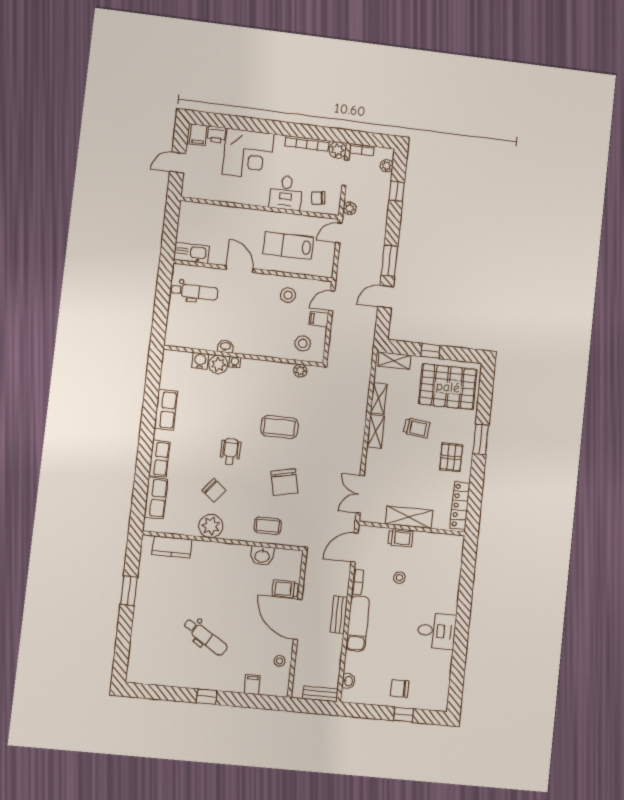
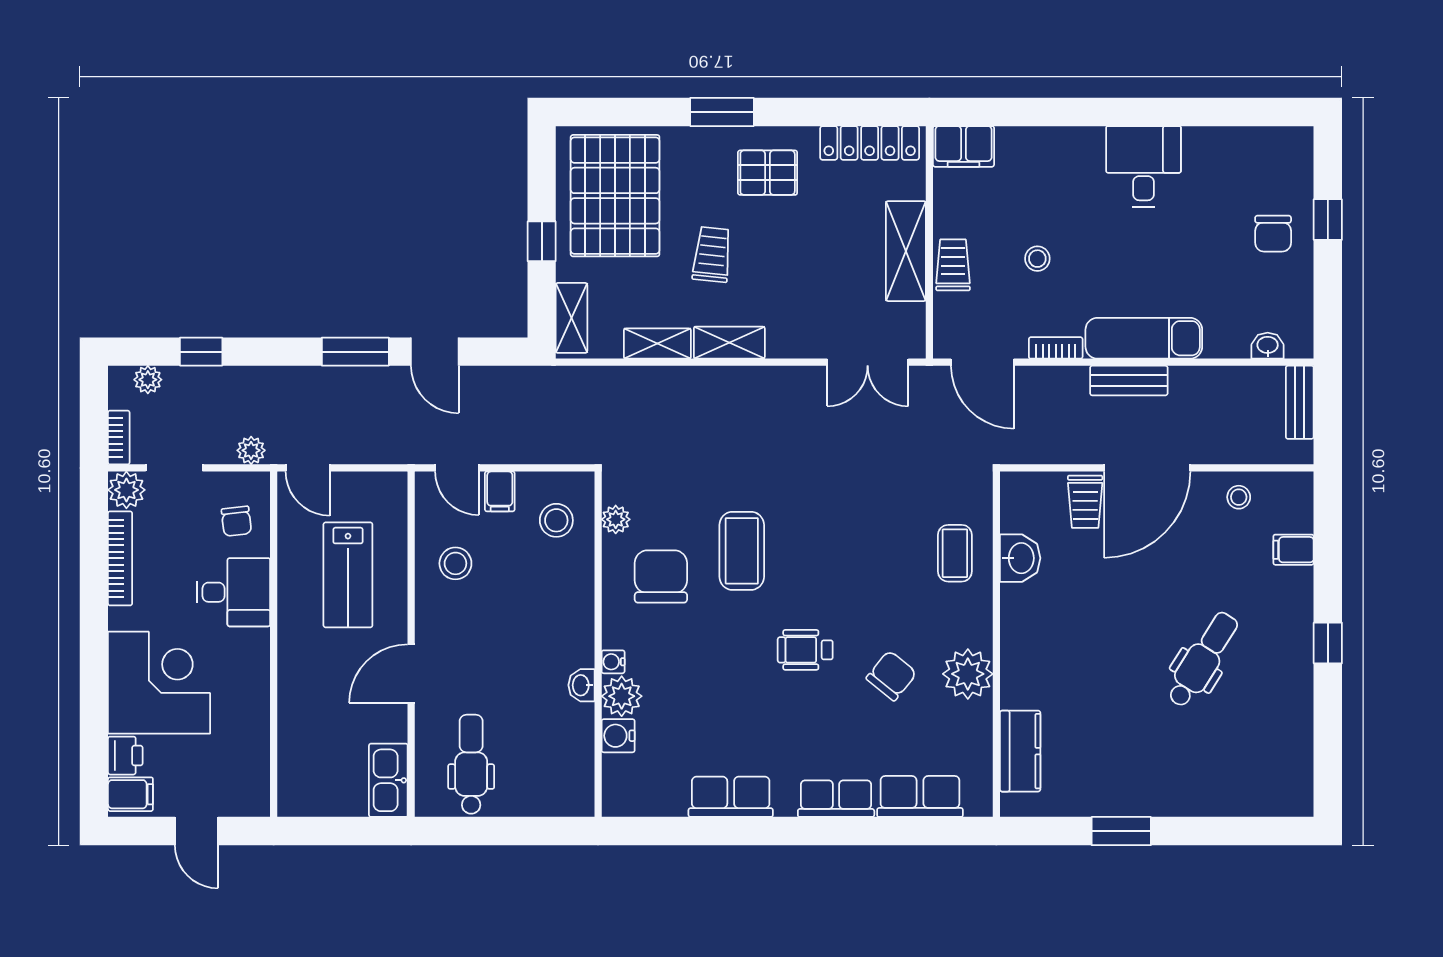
chair: (284, 482) -> (661, 576), moved, turned -78
filing cabinet: (454, 549) -> (964, 146), added

